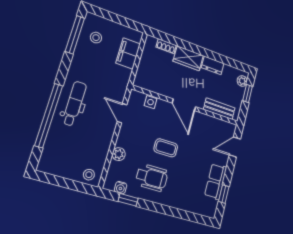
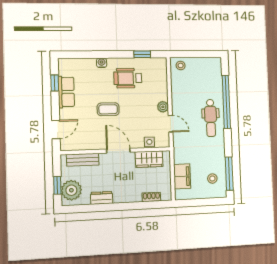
wardrobe: (188, 58) -> (149, 159), moved, turned 180
plant: (242, 81) -> (71, 190), width x1.88, depth x1.88
coffee table: (166, 148) -> (108, 109), moved
plant: (119, 154) -> (163, 107), moved
water cooler: (121, 188) -> (102, 63), moved

